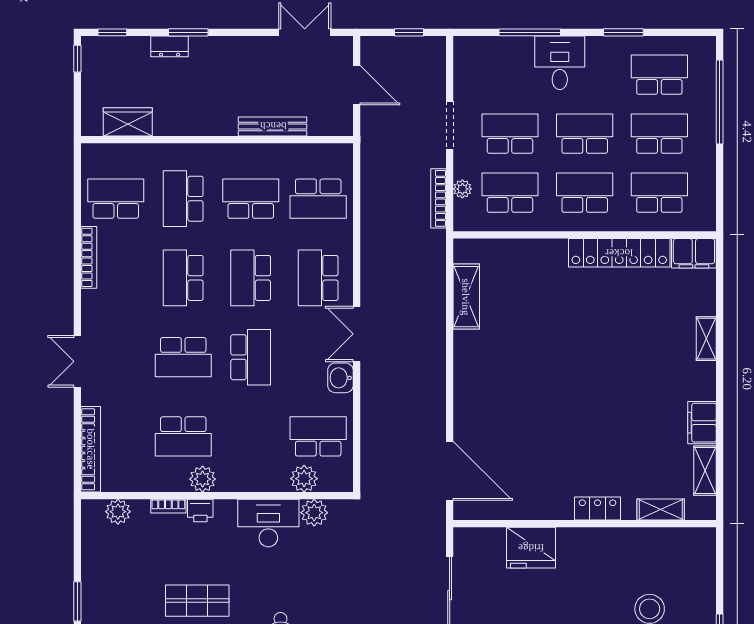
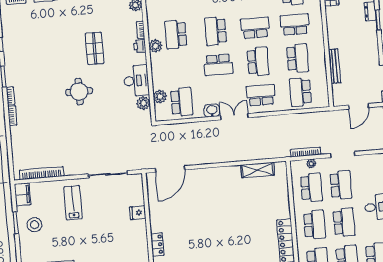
school desk: (251, 278) -> (258, 62), turned 90
fridge: (531, 548) -> (138, 213), width x0.53, depth x0.75

